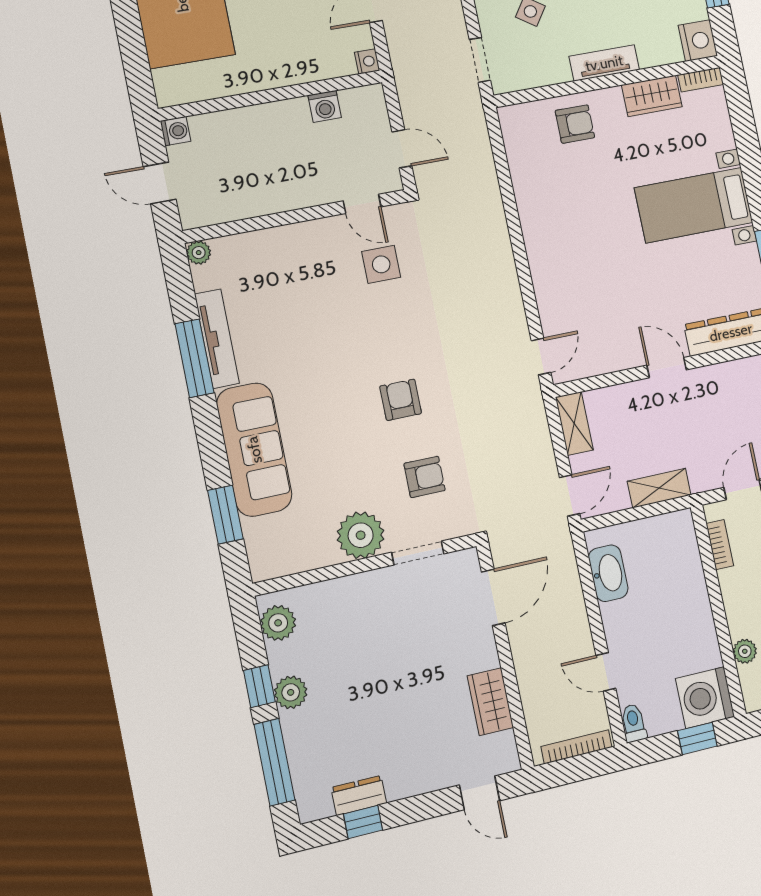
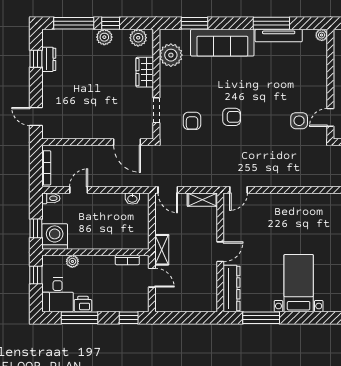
door: (541, 356) -> (239, 190), hinge flipped
shelving: (659, 488) -> (162, 250), moved
plant: (361, 535) -> (171, 55), moved
washbasin: (608, 573) -> (132, 198), width x0.52, depth x0.69
wardrobe: (490, 702) -> (145, 72), moved, turned -90
door: (480, 793) -> (36, 117), hinge flipped

